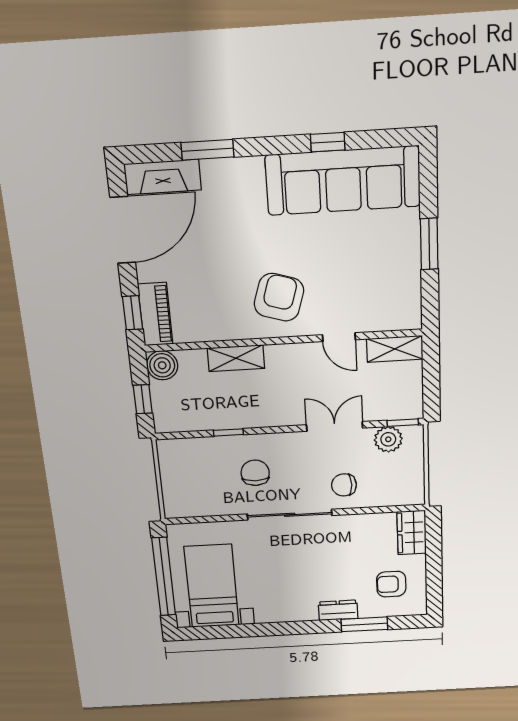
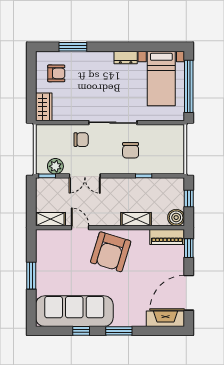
window: (207, 150) -> (119, 331), moved
armchair: (279, 297) -> (111, 252), width x1.36, depth x1.36
piano: (155, 314) -> (167, 237), moved, turned -90
dresser: (338, 610) -> (126, 57), moved

